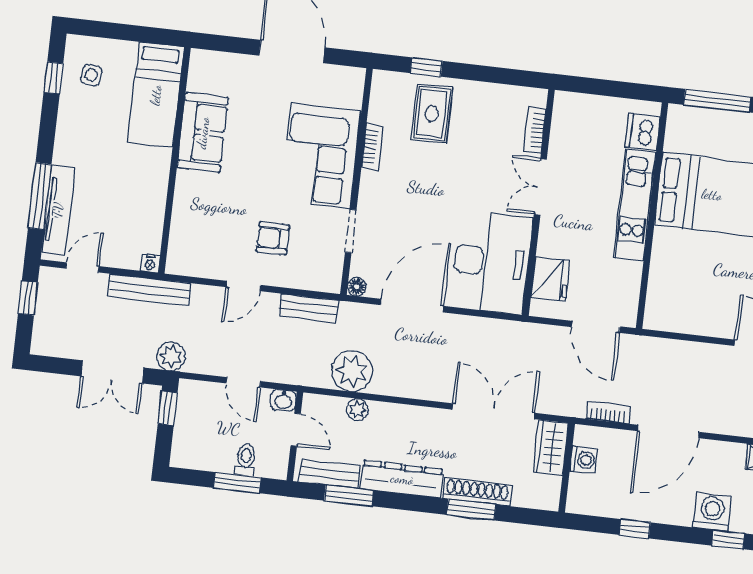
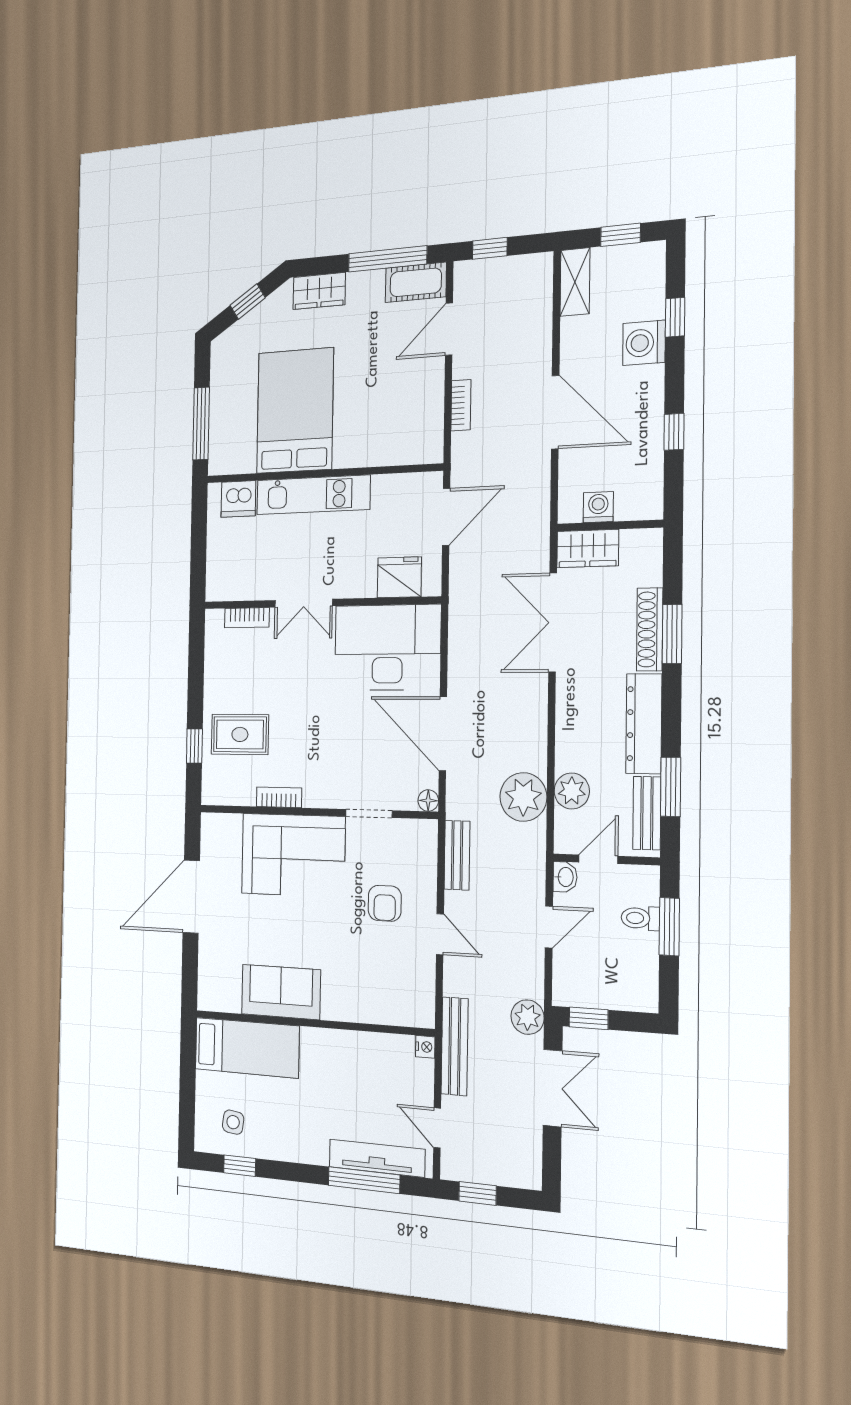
plant: (358, 410) -> (572, 791), width x1.38, depth x1.38
bookcase: (608, 413) -> (461, 405), moved, turned 180

